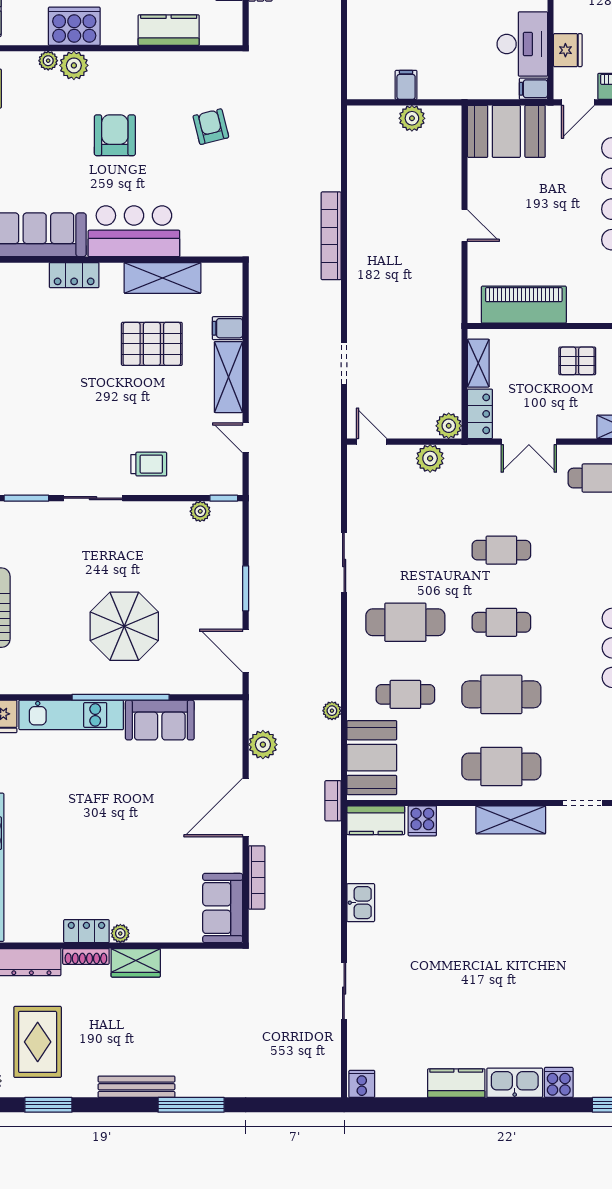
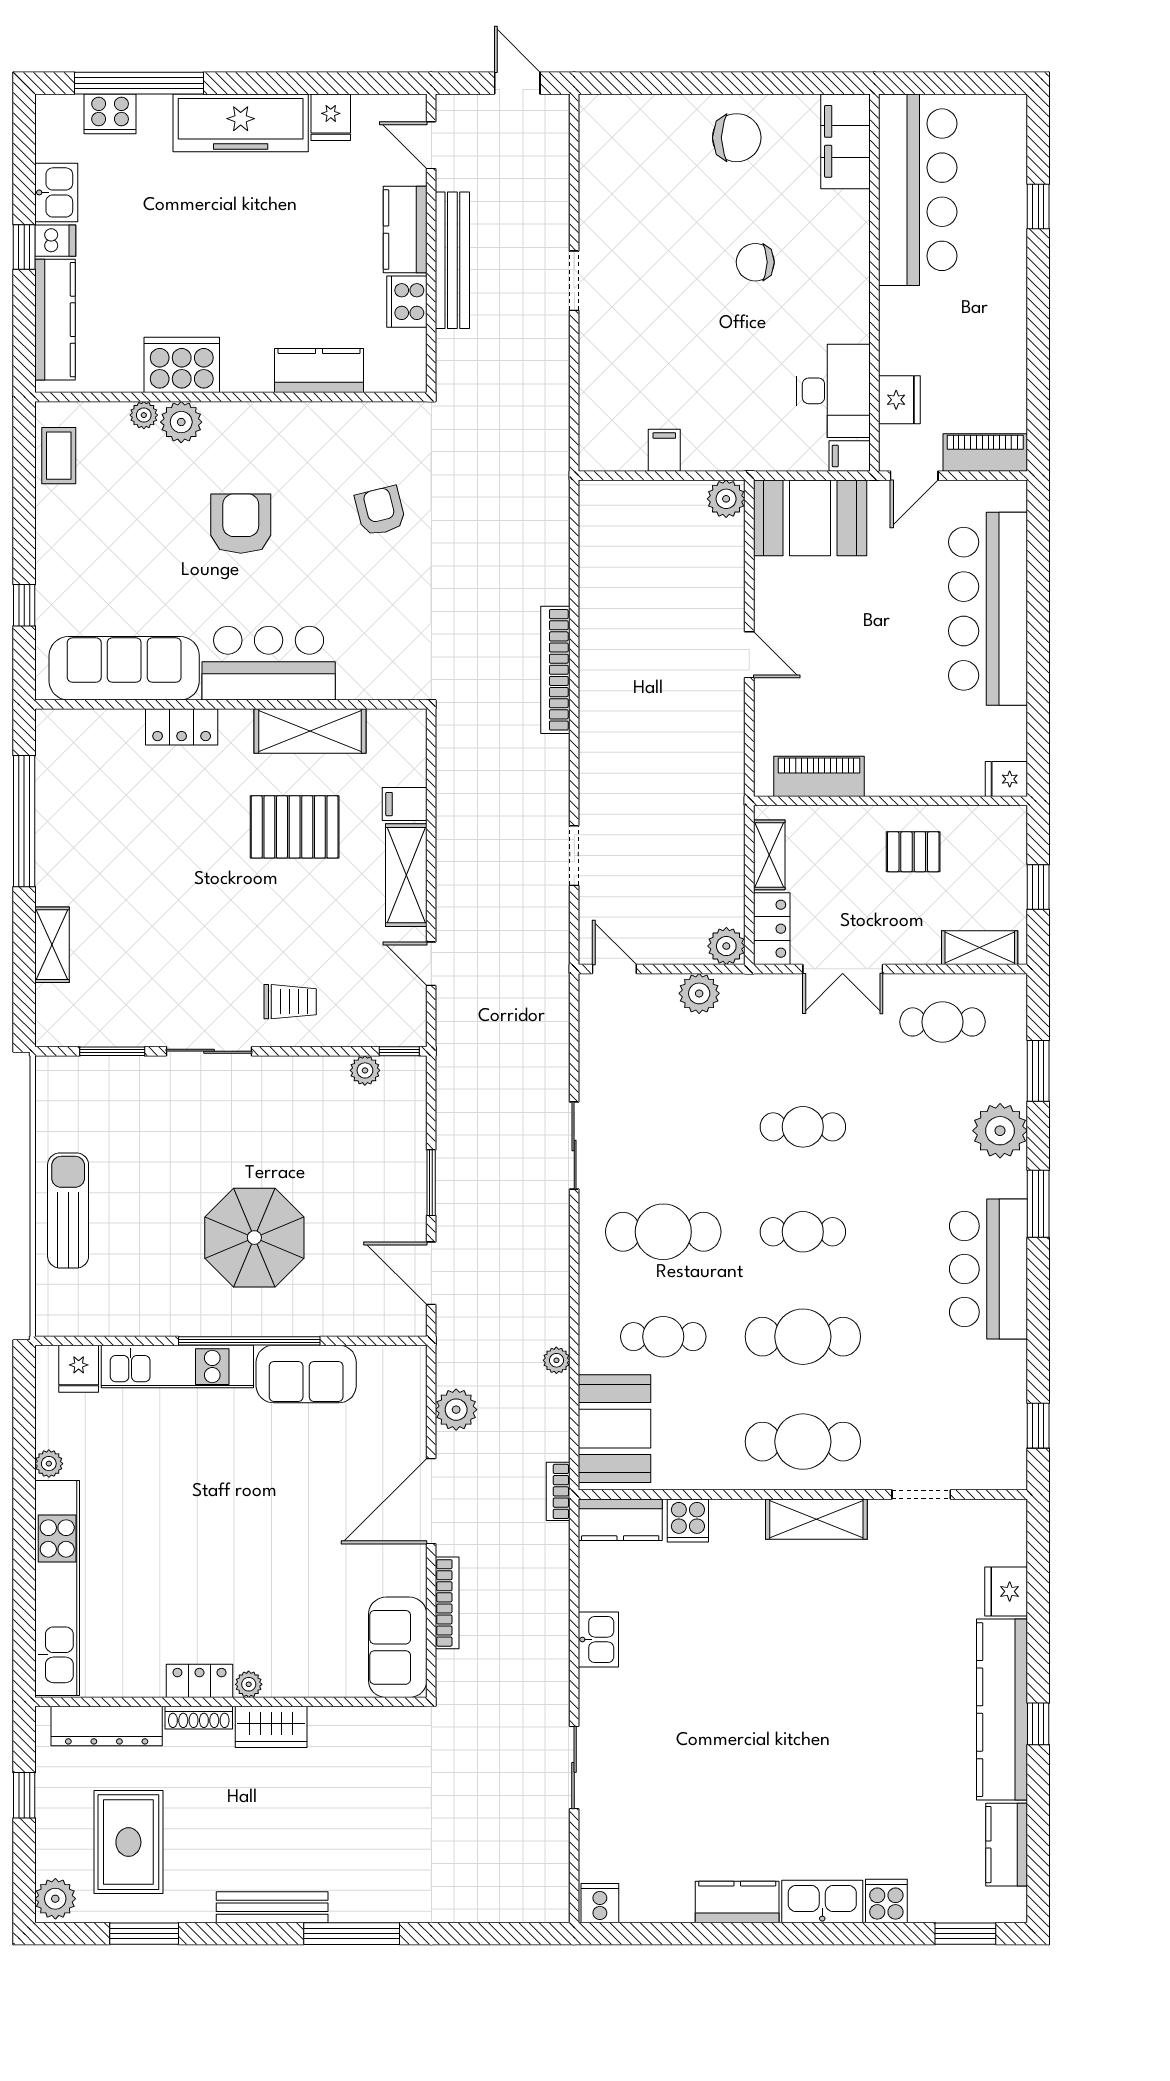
plant: (412, 118) -> (726, 499), moved
piano: (524, 305) -> (819, 776), width x0.73, depth x0.75

